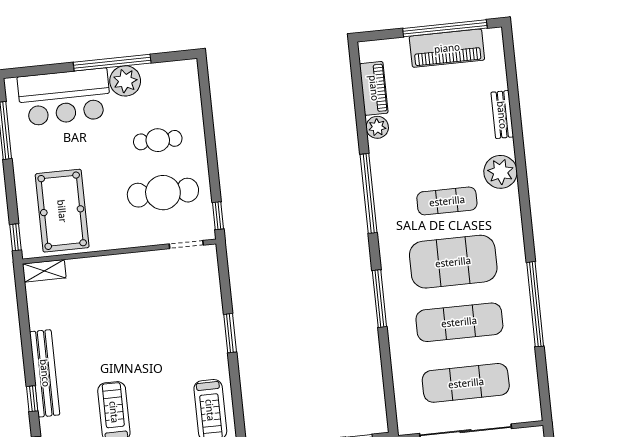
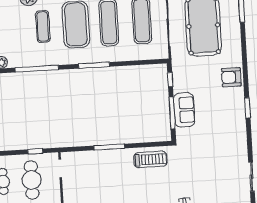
window: (218, 216) -> (35, 151), moved
window: (230, 333) -> (109, 147), width x1.44

